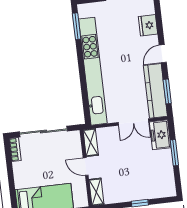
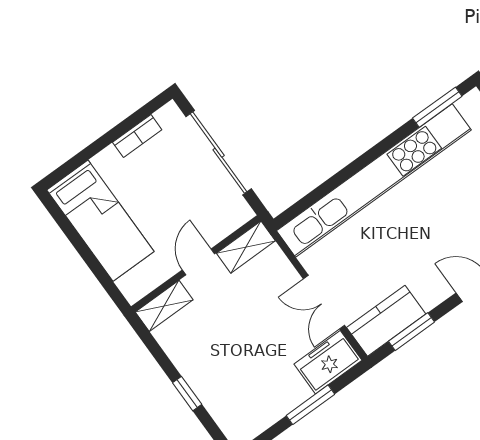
kitchen counter: (155, 91) -> (386, 321), width x0.67
bookcase: (15, 149) -> (137, 136), moved

